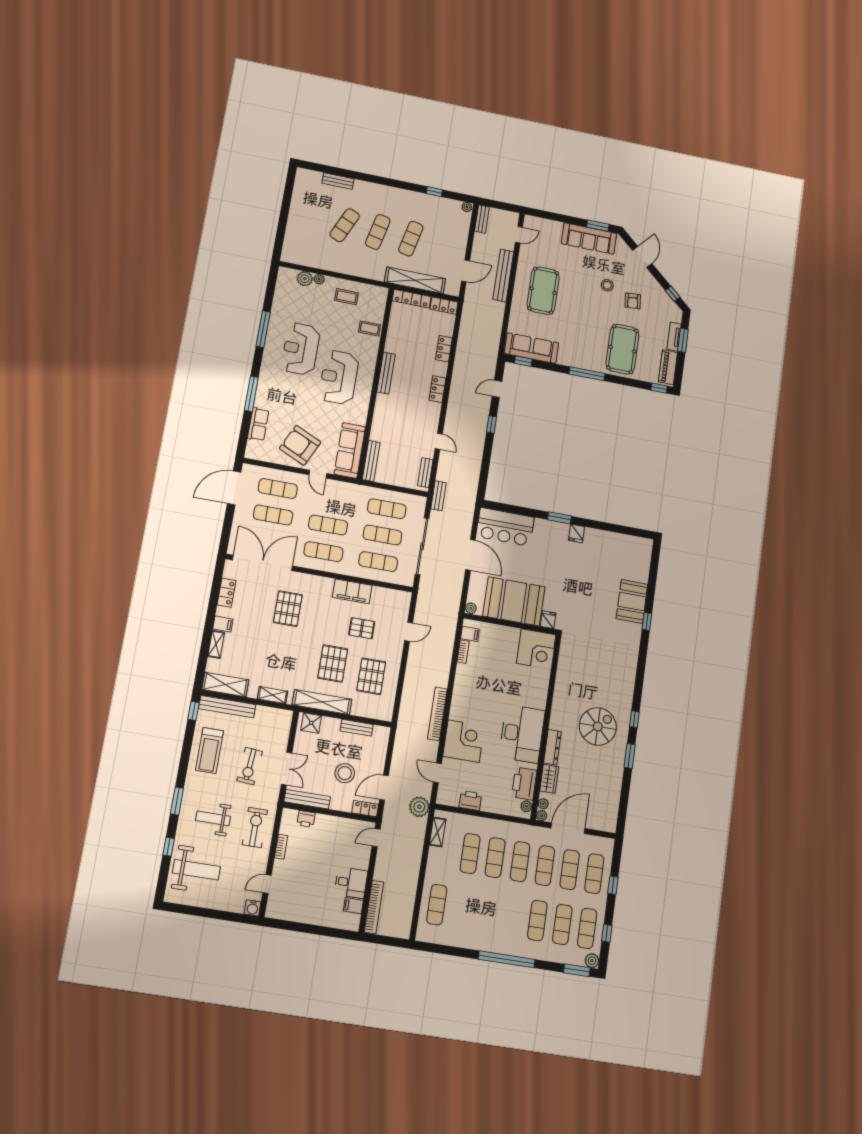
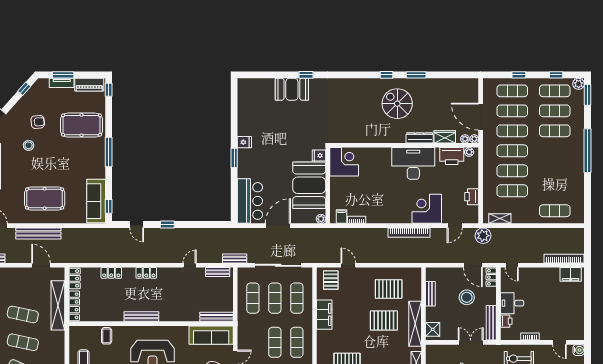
pallet: (362, 628) -> (331, 280), moved
desk: (351, 883) -> (512, 303), moved, turned -90
filing cabinet: (353, 906) -> (571, 274), width x2.00

